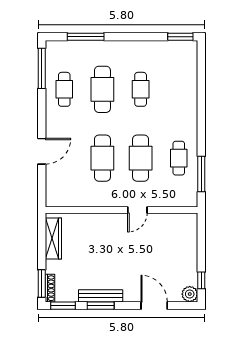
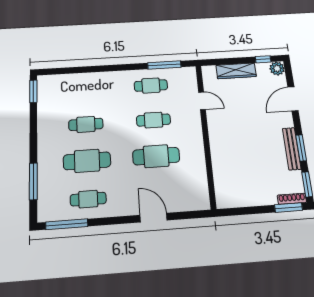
cafe table: (141, 158) -> (153, 120), width x0.73, depth x0.74
door: (137, 210) -> (202, 101), moved
wardrobe: (53, 239) -> (236, 71), moved, turned 180

